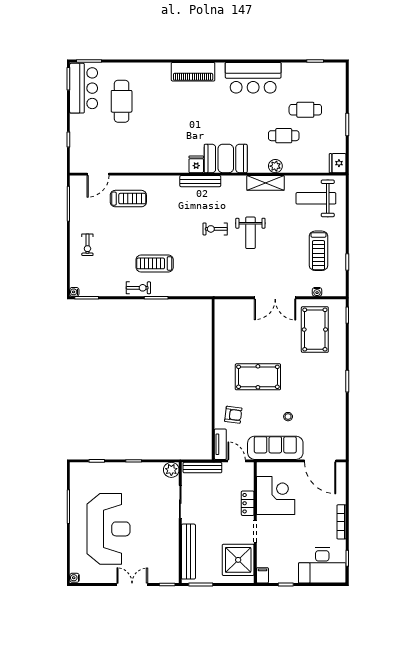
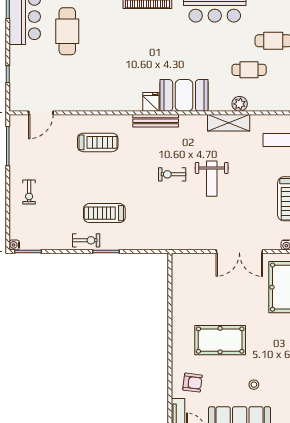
treadmill: (128, 199) -> (98, 142), moved

